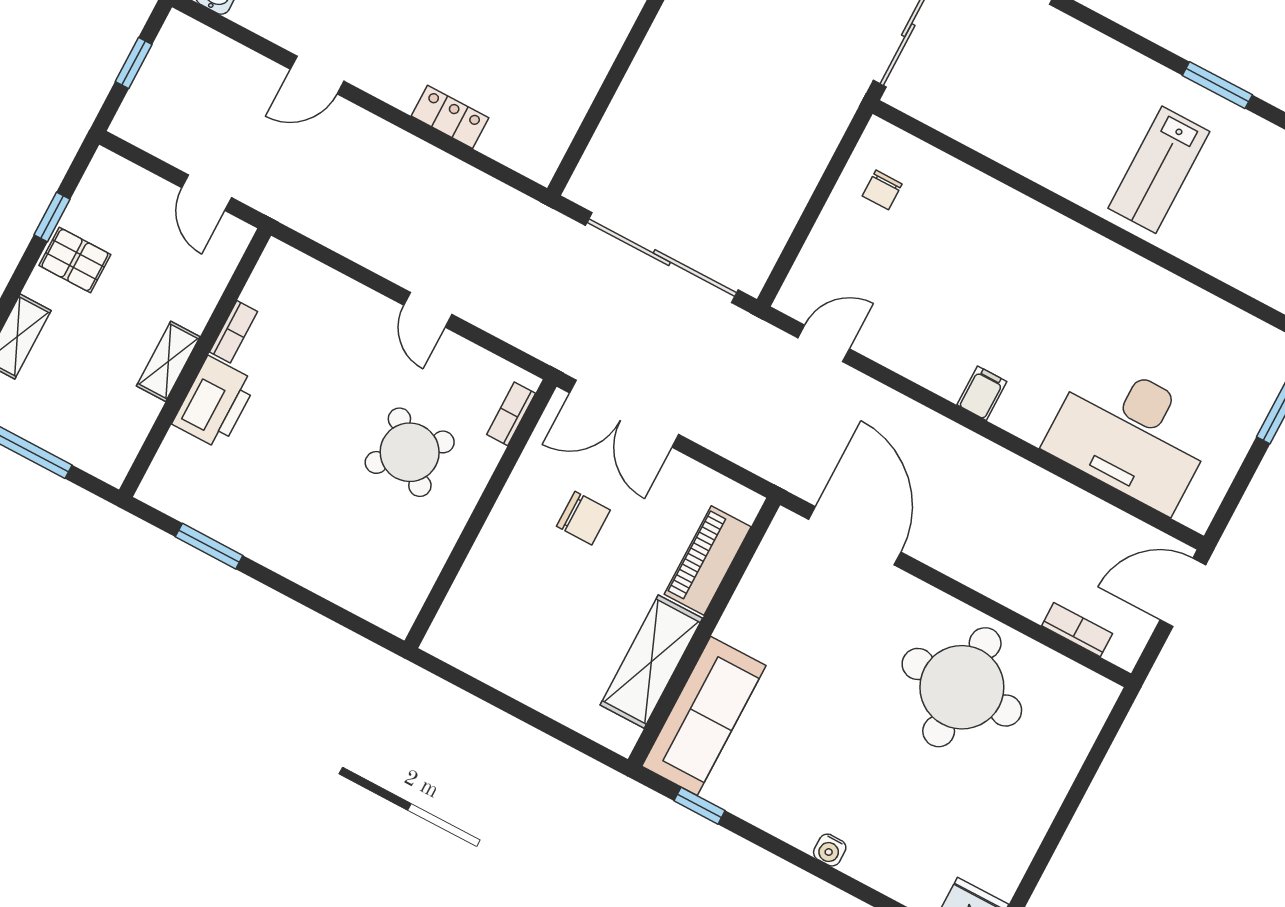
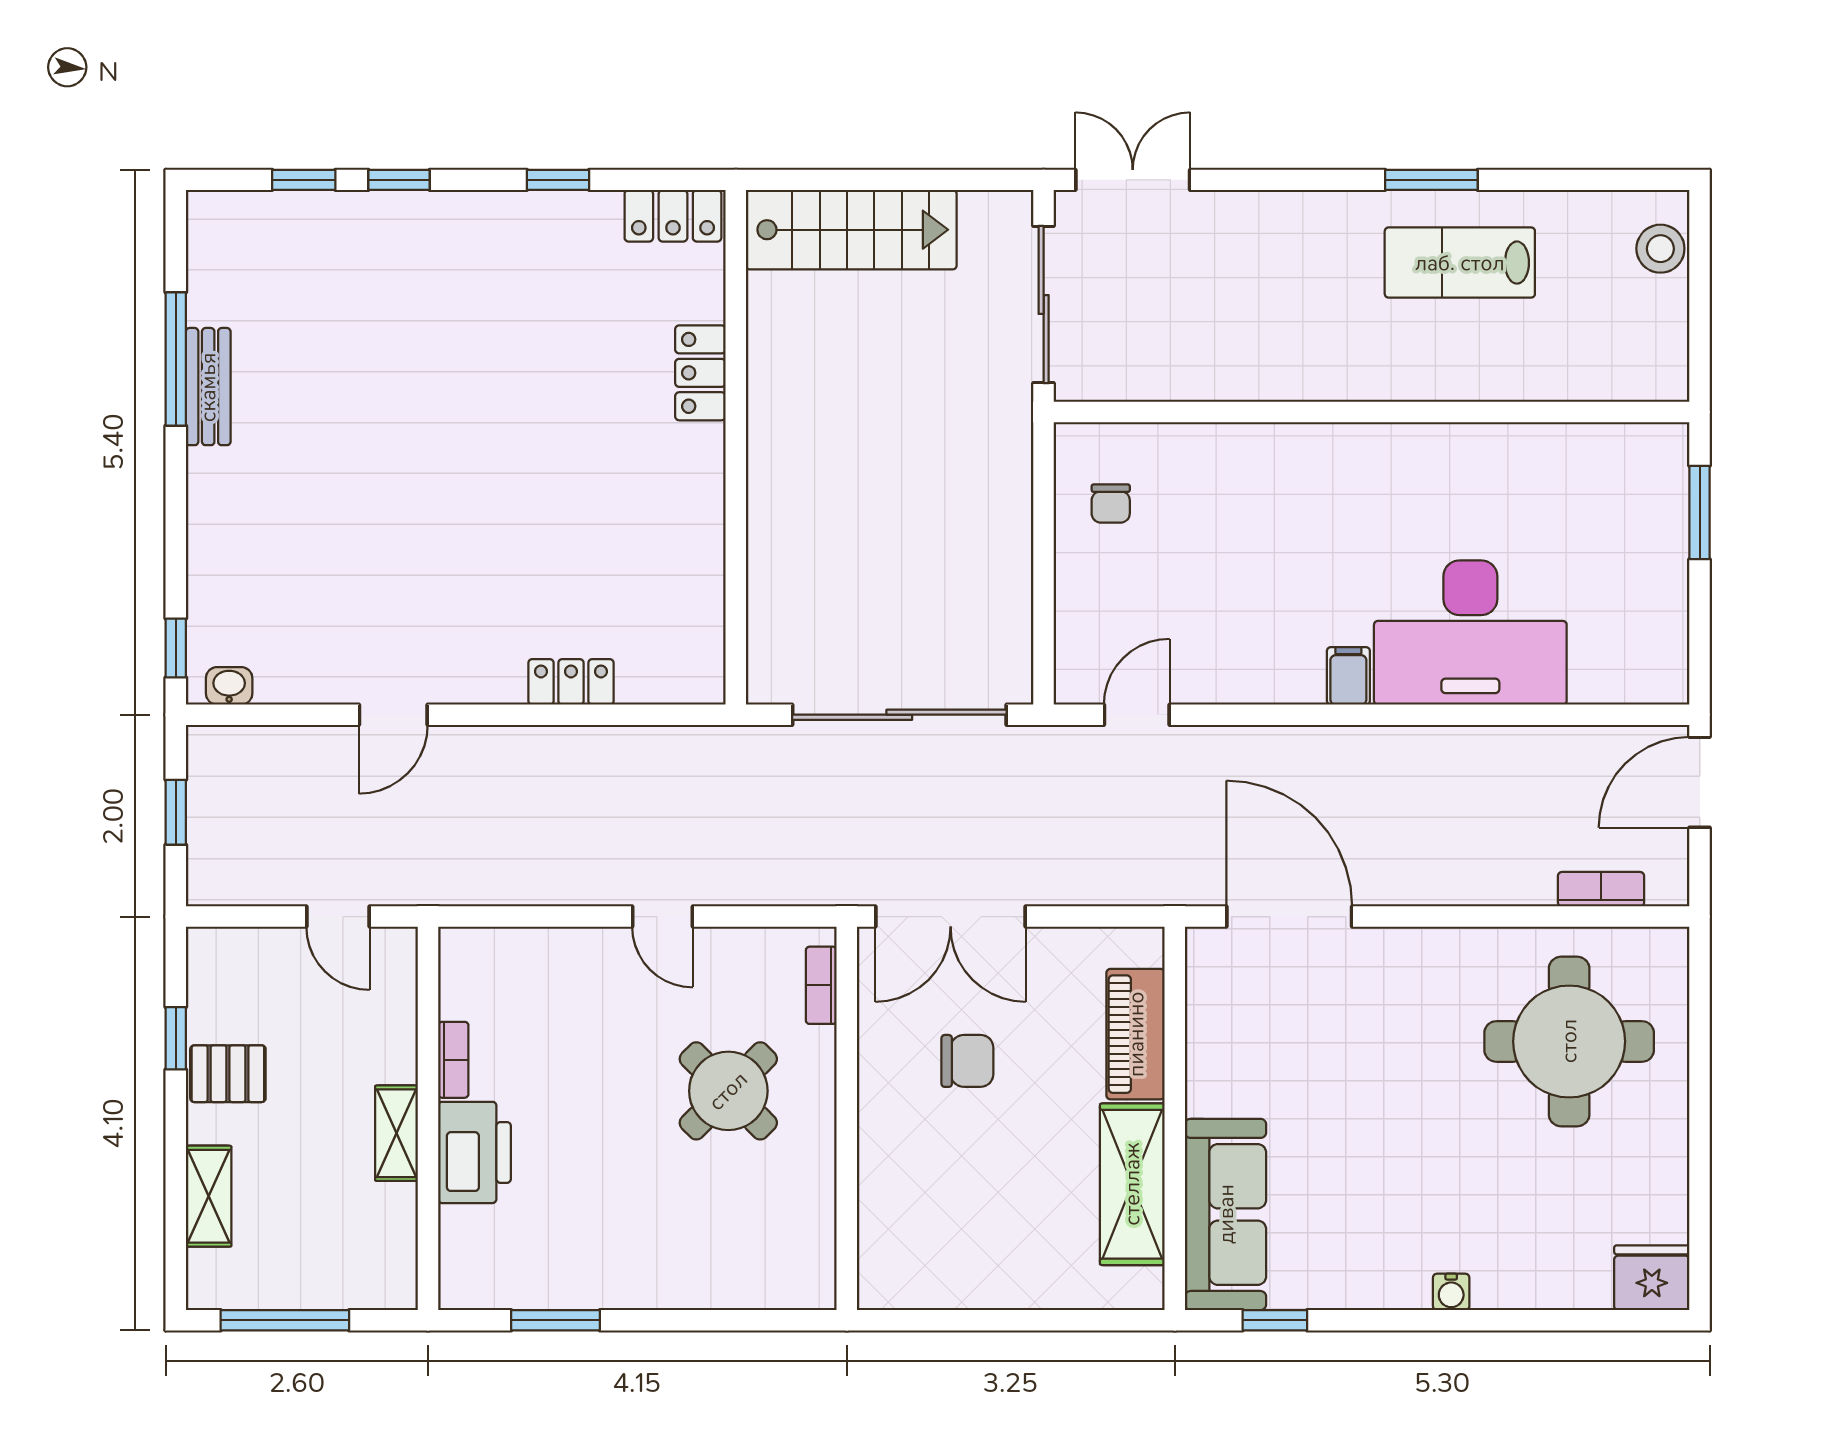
lab bench: (1159, 170) -> (1460, 263), moved, turned 90
desk: (1131, 434) -> (1470, 632), moved
round table: (962, 687) -> (1569, 1041), moved

